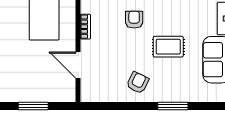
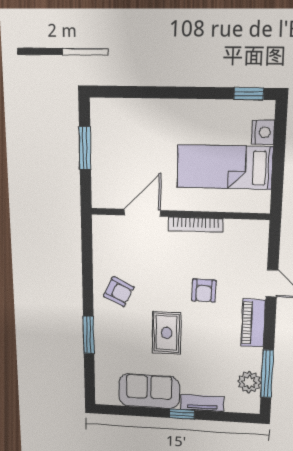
armchair: (134, 20) -> (204, 291), turned 91
bookcase: (85, 27) -> (196, 225), width x1.56

